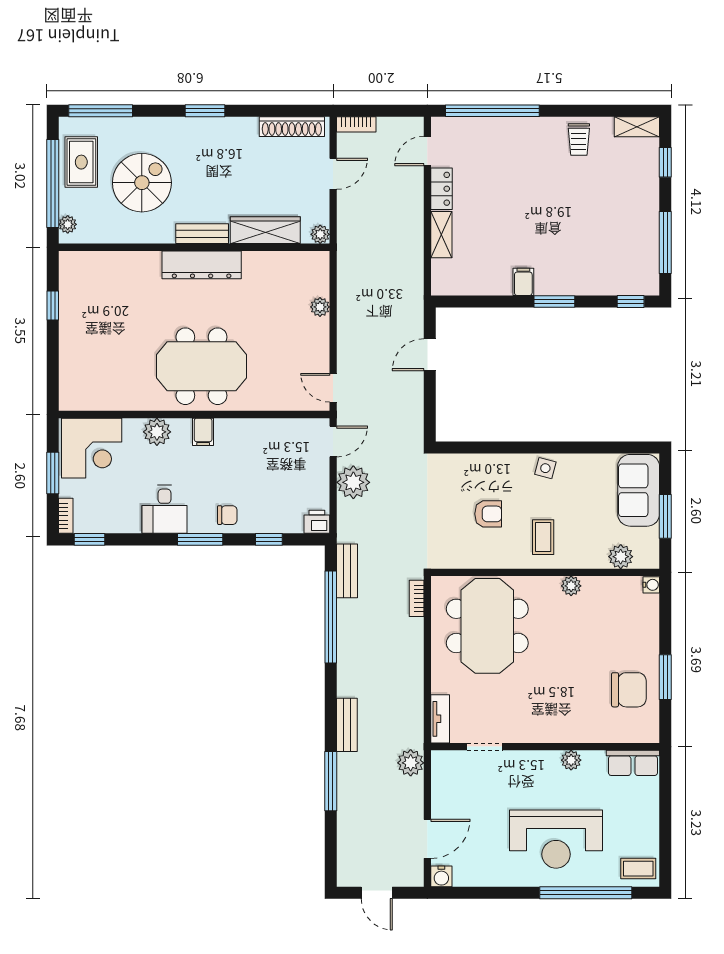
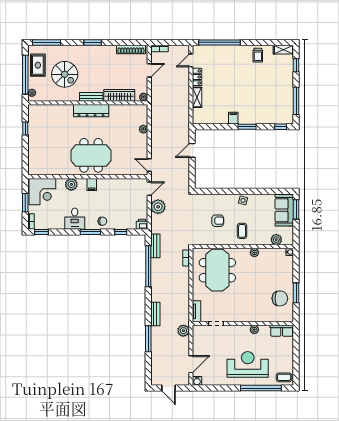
spiral stairs: (142, 183) -> (65, 74), turned 90
window: (665, 516) -> (296, 209), moved
reception desk: (556, 839) -> (248, 364), turned 180

